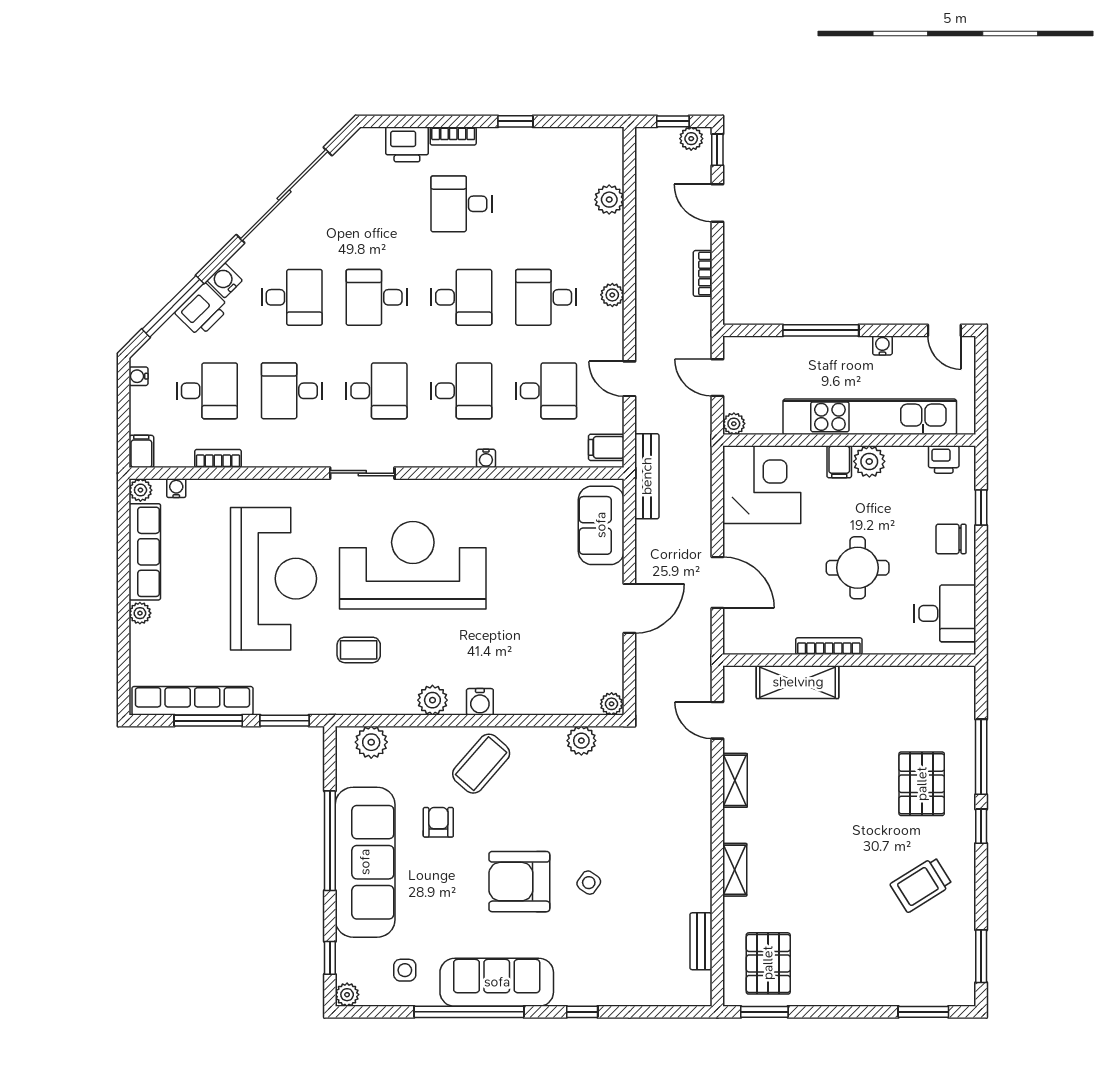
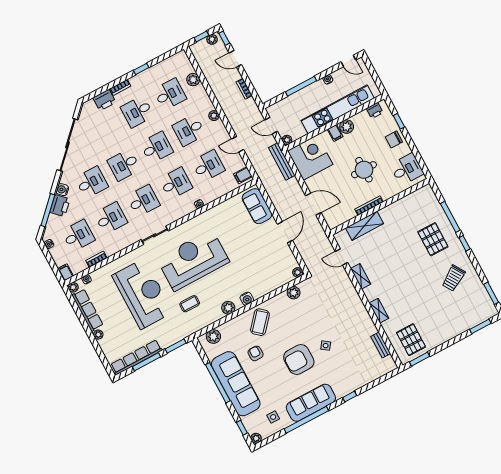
desk: (546, 204) -> (170, 94), added
desk: (292, 391) -> (111, 218), turned 180
bench: (647, 476) -> (282, 162), moved

